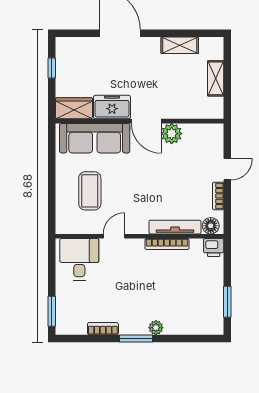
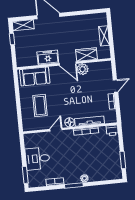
shelving: (180, 45) -> (23, 25), moved
wardrobe: (74, 108) -> (86, 54), moved
sofa: (95, 138) -> (35, 76), width x0.73
floor lamp: (211, 226) -> (70, 122), moved
desk: (79, 259) -> (38, 159), moved, turned -90

